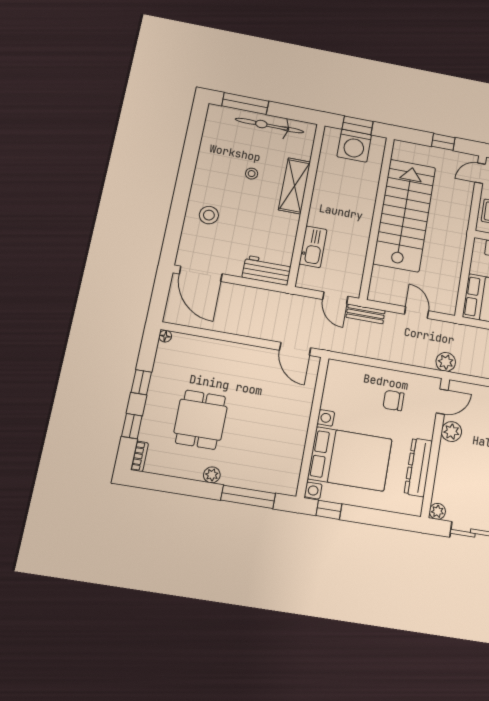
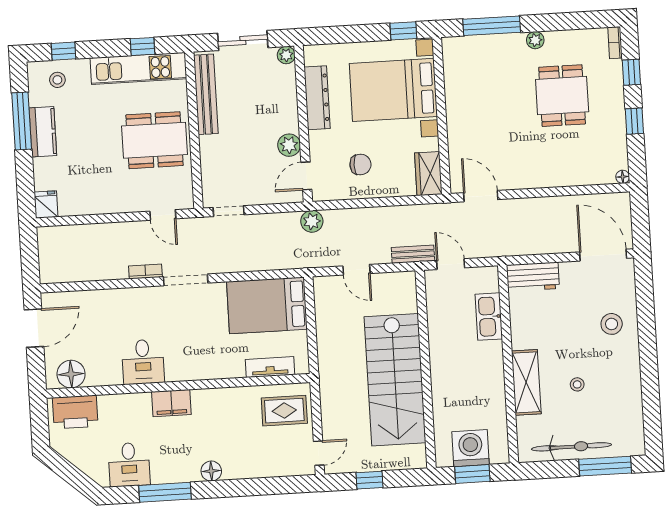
wardrobe: (336, 379) -> (428, 174), added

